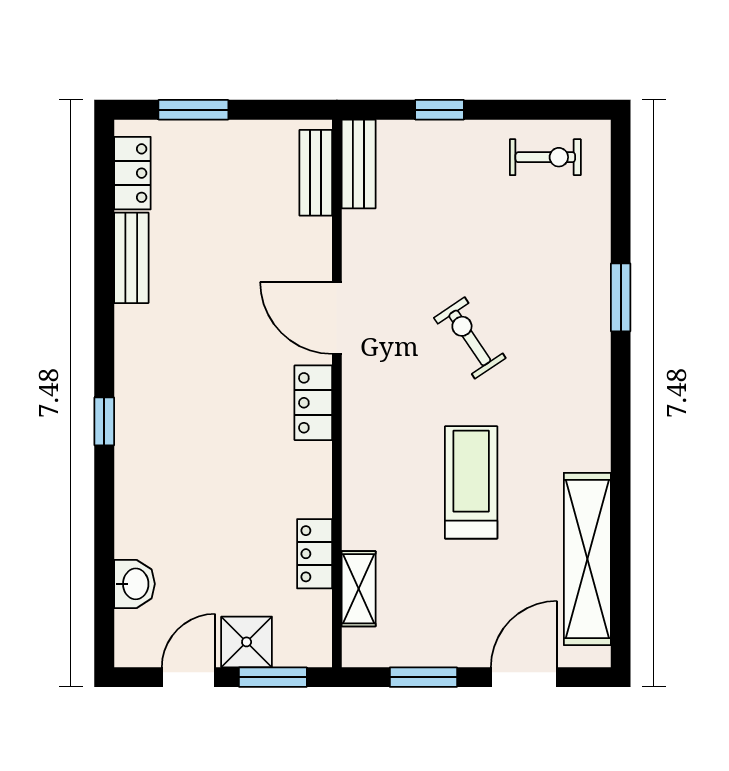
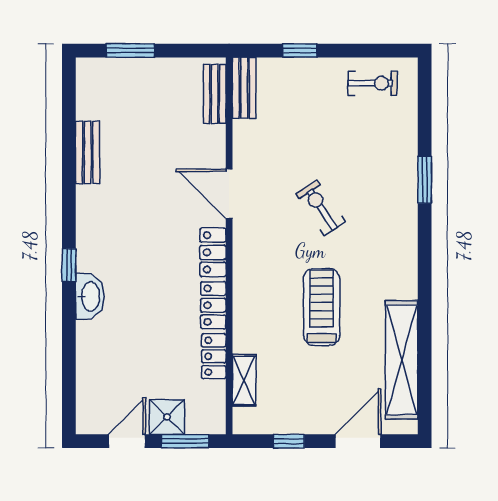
locker: (132, 173) -> (213, 305), moved, turned 180
washbasin: (134, 584) -> (90, 296), moved, width x1.38
window: (423, 677) -> (289, 441), width x0.67

